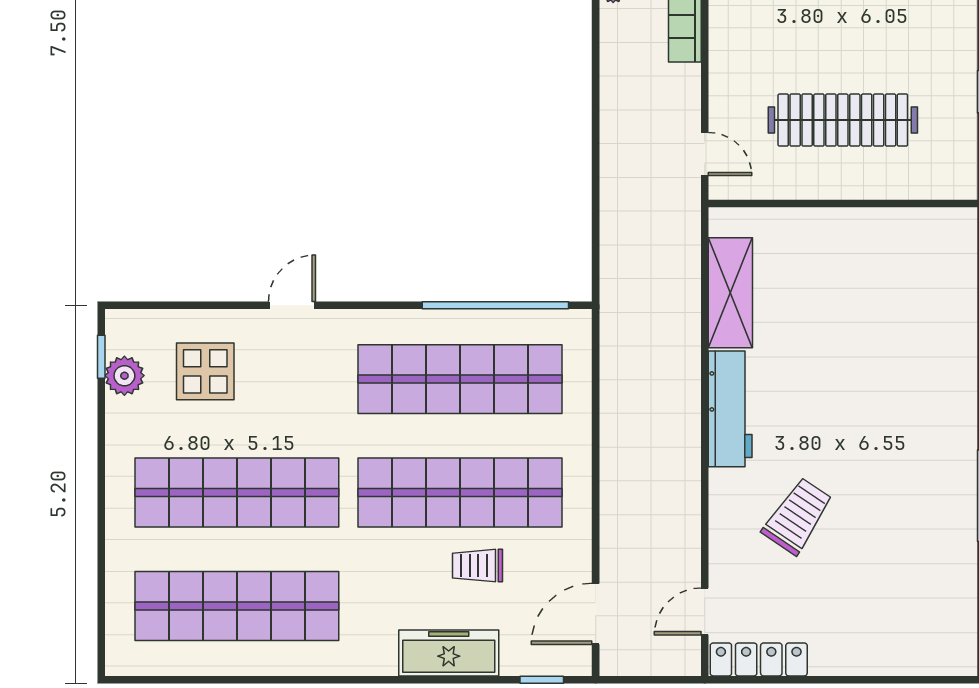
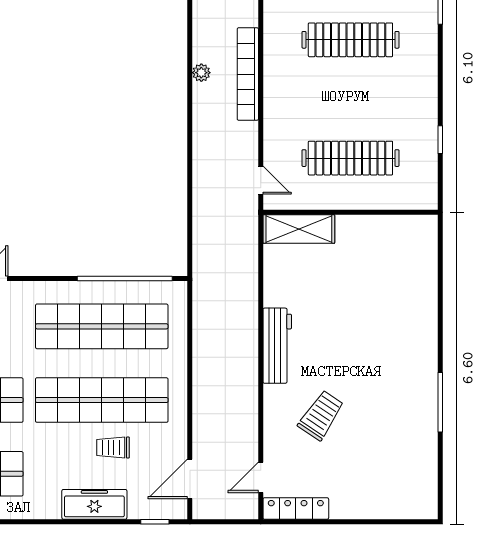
shelving: (730, 293) -> (299, 229), moved, turned 90

